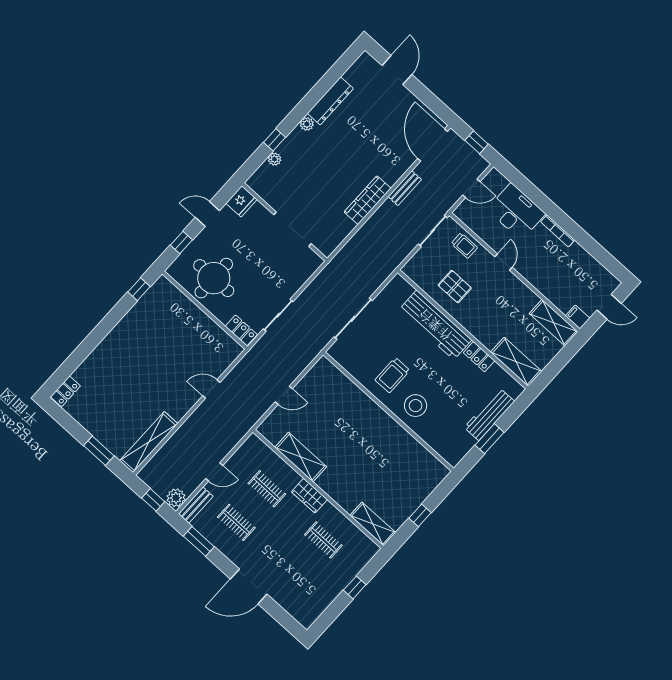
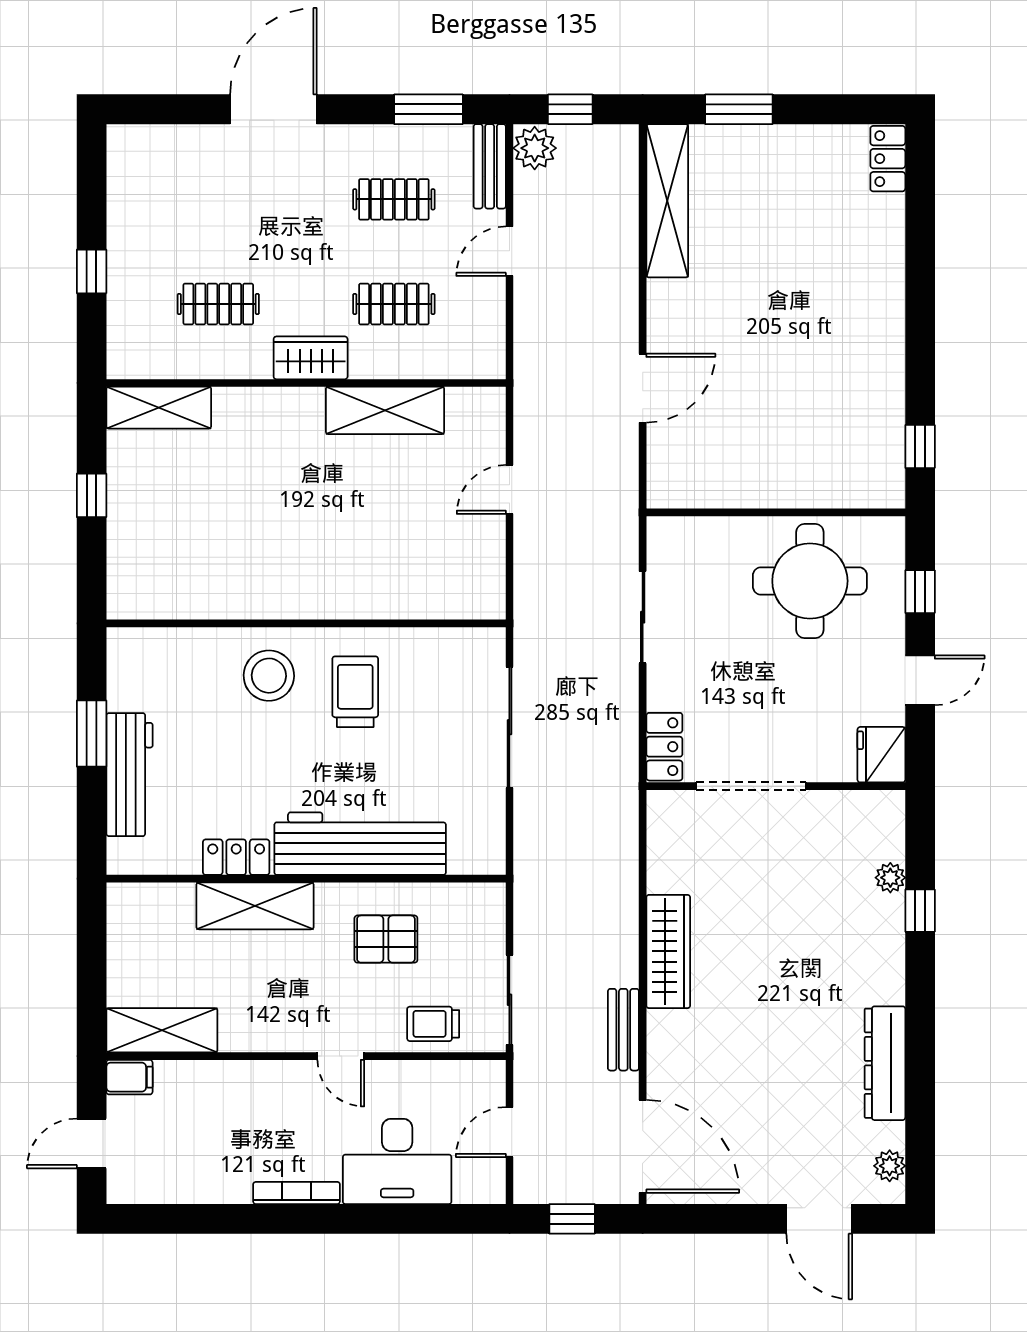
plant: (307, 124) -> (890, 1166), moved
locker: (241, 330) -> (664, 747), moved, turned -90
shelving: (516, 362) -> (255, 906), moved
door: (211, 389) -> (643, 388), width x1.38

